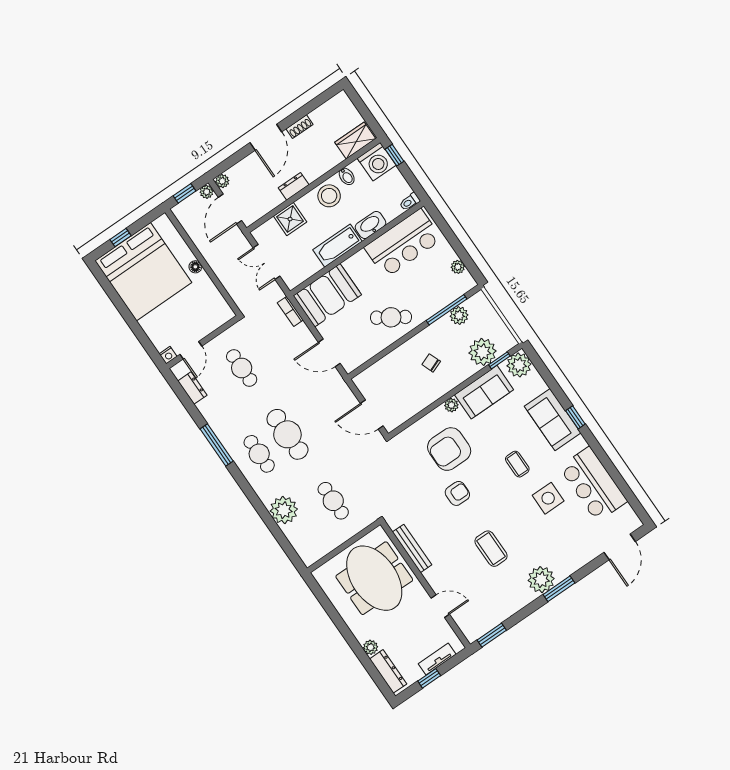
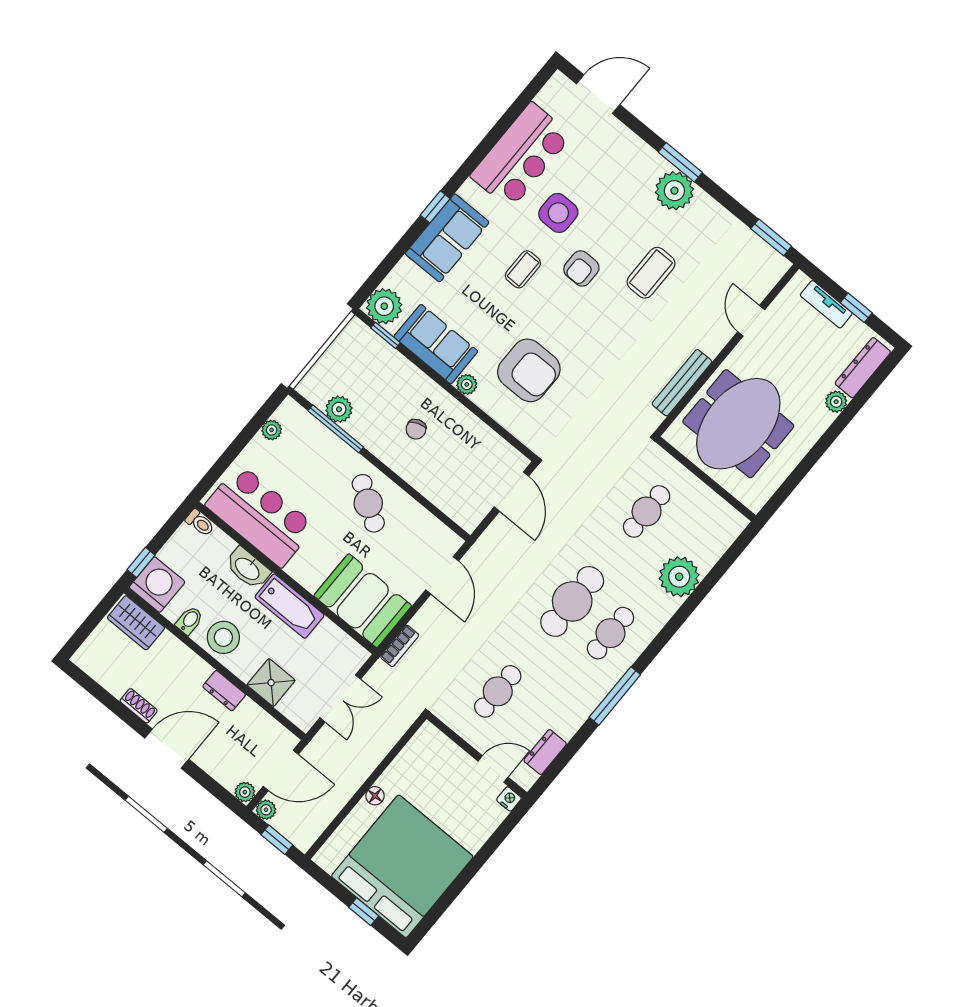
plant: (483, 352) -> (380, 362), removed
armchair: (457, 493) -> (581, 268), moved, turned -90

